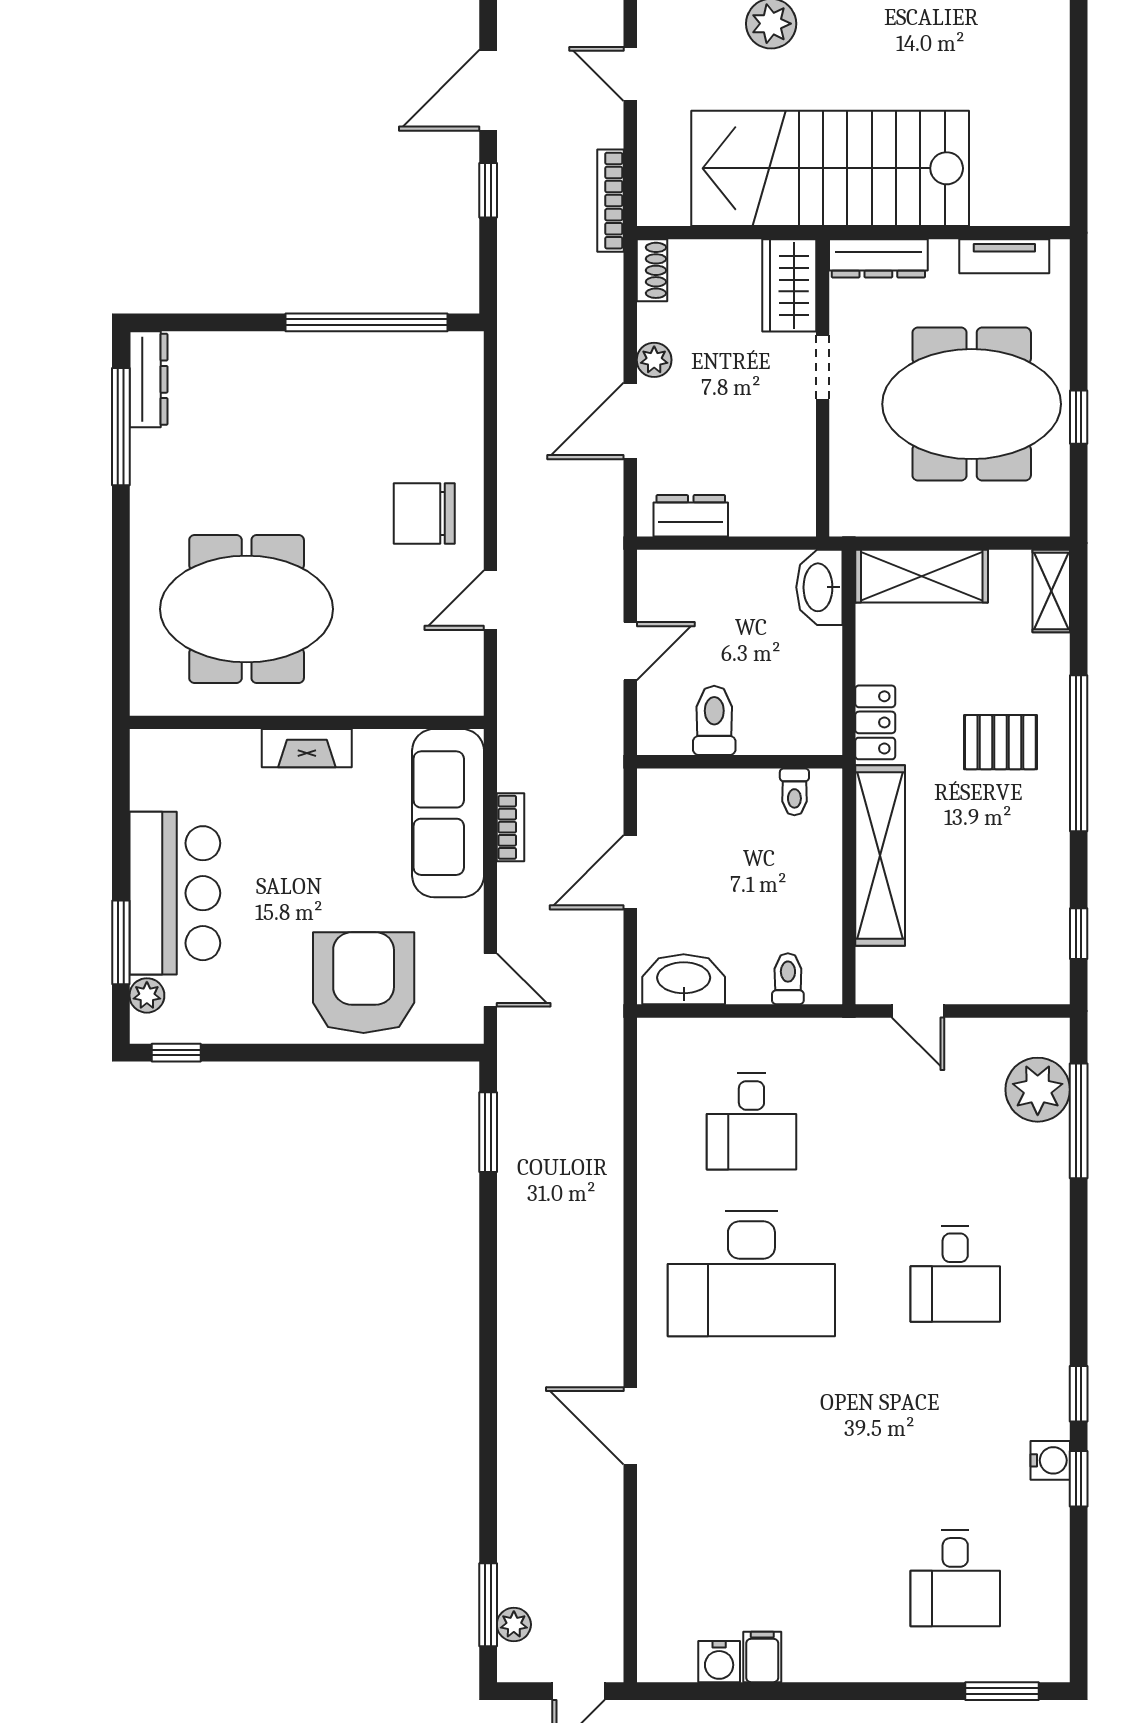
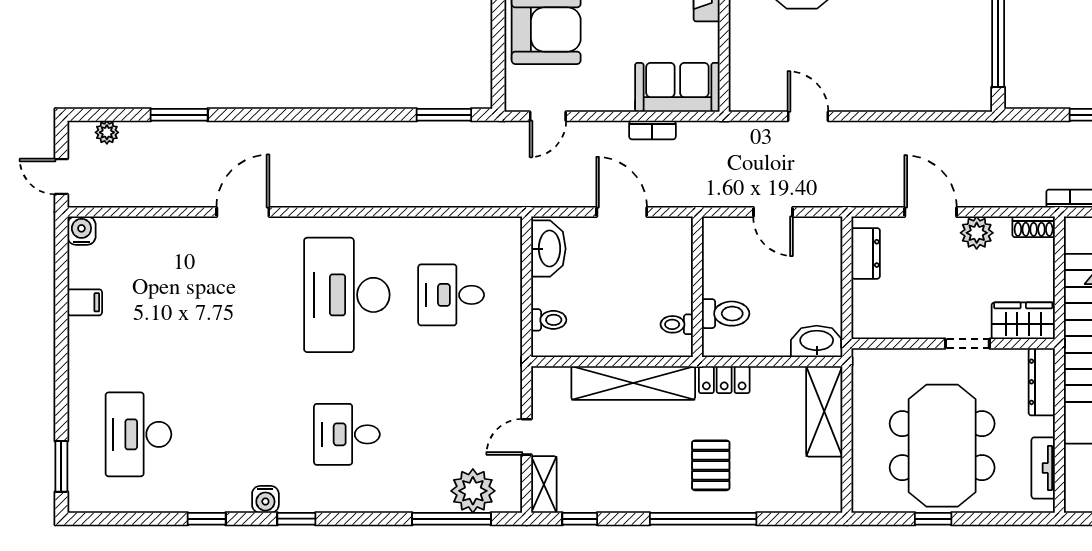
plant: (654, 360) -> (977, 233), width x1.38, depth x1.38
chair: (424, 514) -> (867, 71), removed
shelving: (1051, 591) -> (544, 484), moved, turned 90
toilet: (714, 720) -> (726, 314), moved
sofa: (448, 813) -> (677, 87), width x0.73
door: (918, 1011) -> (527, 437), moved
window: (1079, 1394) -> (296, 519), moved
water cooler: (1050, 1460) -> (265, 499), moved
desk: (955, 1578) -> (138, 434), width x1.37
window: (488, 1605) -> (179, 115), moved
water cooler: (719, 1662) -> (81, 231), moved, turned 90

